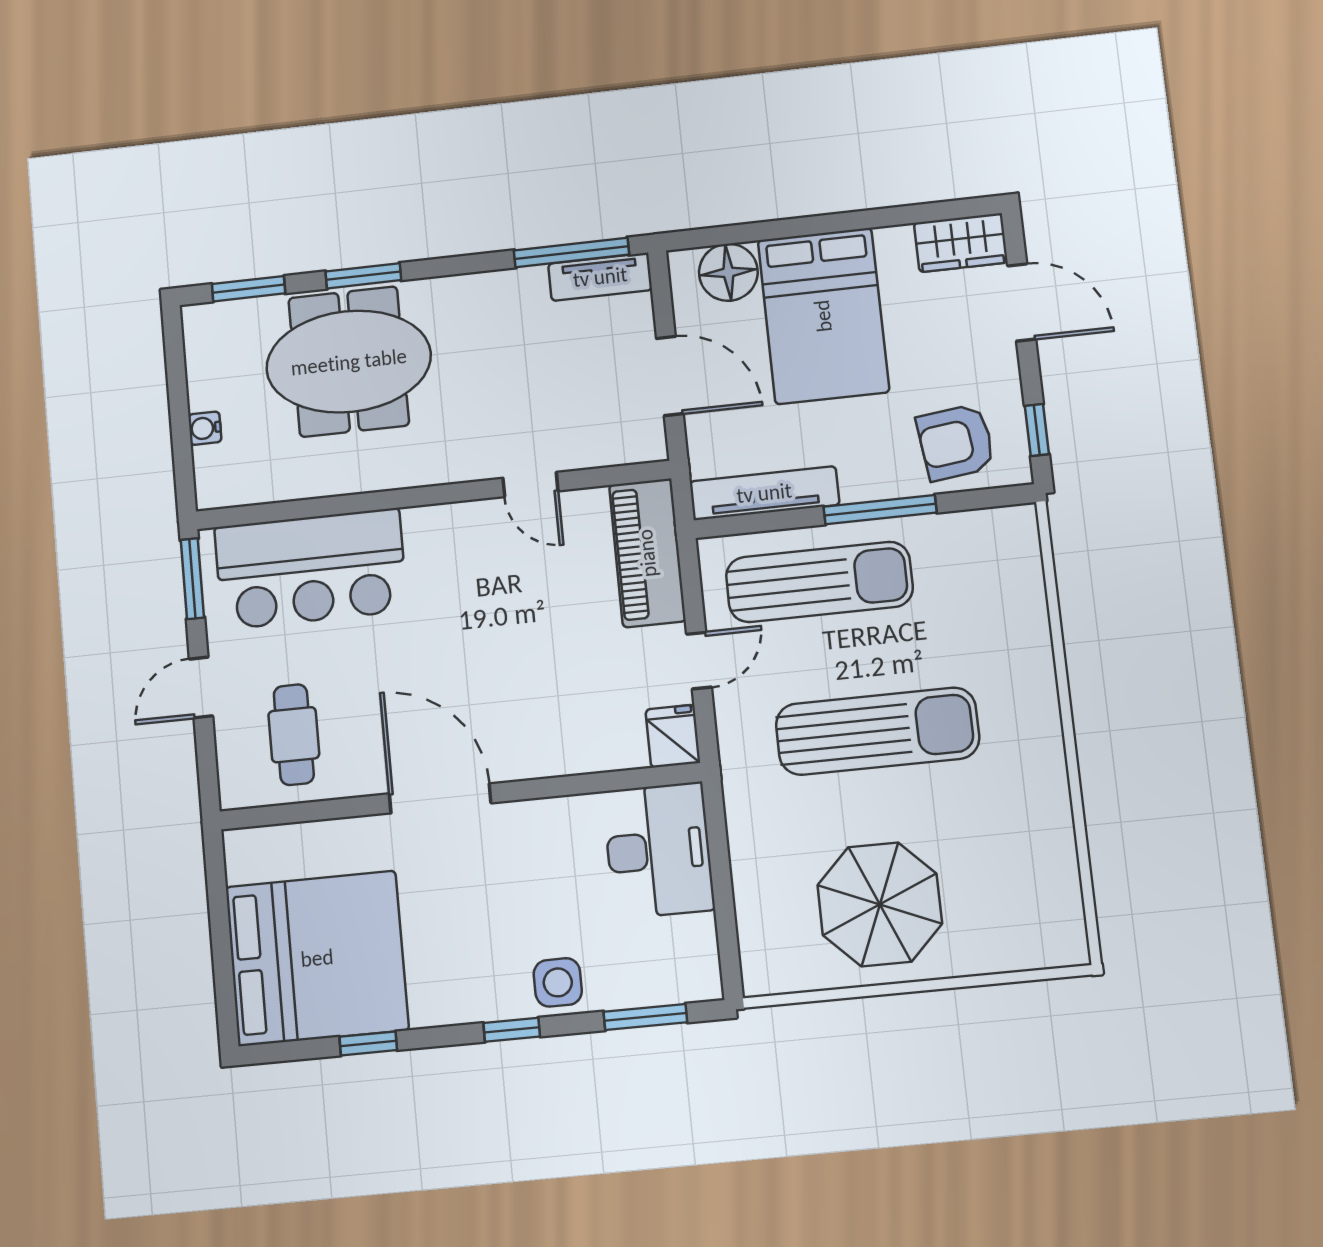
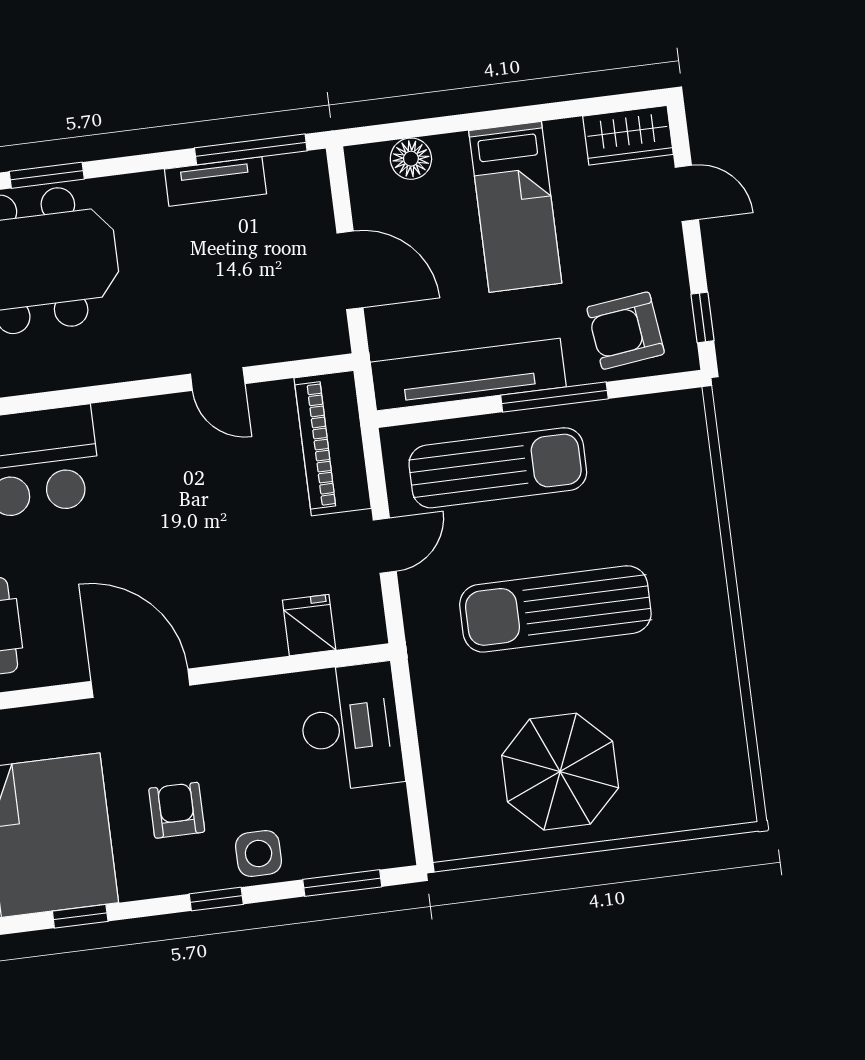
floor lamp: (728, 272) -> (411, 159), width x0.73, depth x0.73
tv unit: (600, 277) -> (215, 181), moved
door: (1022, 302) -> (687, 193), width x0.73
bed: (823, 316) -> (515, 207), width x0.67
tv unit: (764, 493) -> (468, 375), width x1.36, depth x1.29
sun lounger: (877, 731) -> (555, 609), turned 180
fridge: (673, 736) -> (309, 625), moved
armchair: (473, 934) -> (177, 810), added

